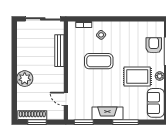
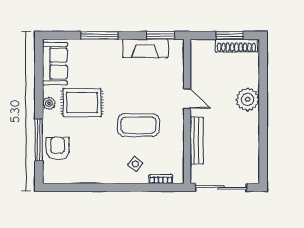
armchair: (154, 45) -> (58, 149), turned 180
door: (66, 99) -> (187, 99), moved
fireplace: (107, 113) -> (145, 48), moved

